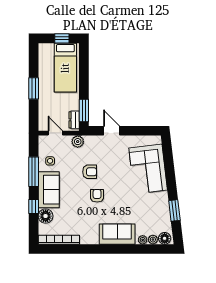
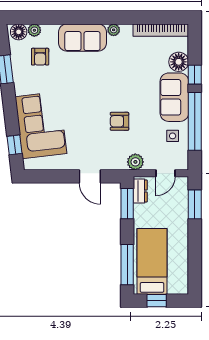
window: (84, 65) -> (127, 265), added
window: (34, 88) -> (195, 204), moved
door: (55, 133) -> (165, 173), hinge flipped
window: (168, 154) -> (14, 145), added
window: (34, 172) -> (195, 121), width x1.46
armchair: (97, 196) -> (40, 57), moved
plant: (143, 240) -> (114, 30), moved

